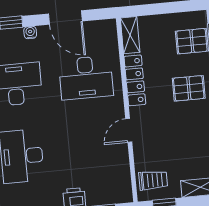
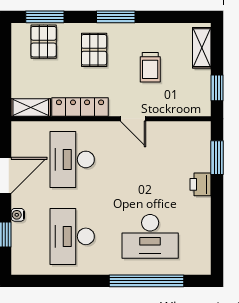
desk: (86, 78) -> (72, 159), turned 180
trolley: (153, 180) -> (150, 67), moved, turned 180

